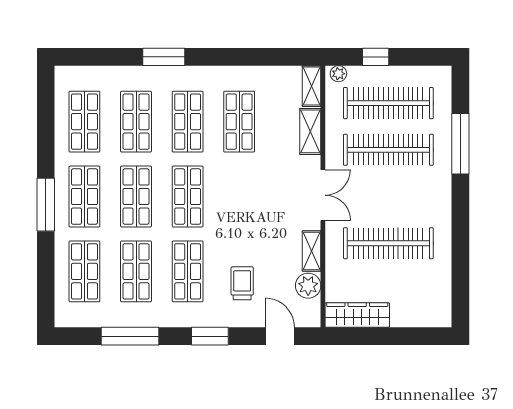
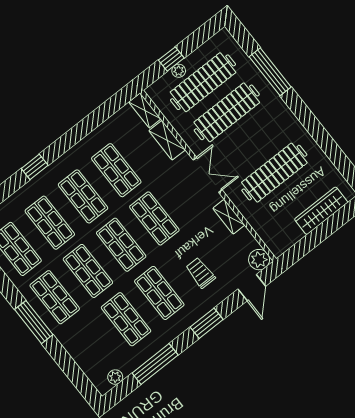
window: (164, 57) -> (35, 167), width x0.67
plant: (338, 74) -> (179, 71), moved
shop shelf: (84, 271) -> (154, 218), moved
plant: (308, 286) -> (259, 260), moved
wardrobe: (357, 315) -> (321, 211), moved
plant: (82, 319) -> (115, 377), added
door: (280, 336) -> (252, 288), swing flipped

